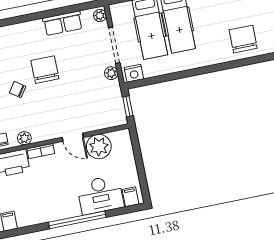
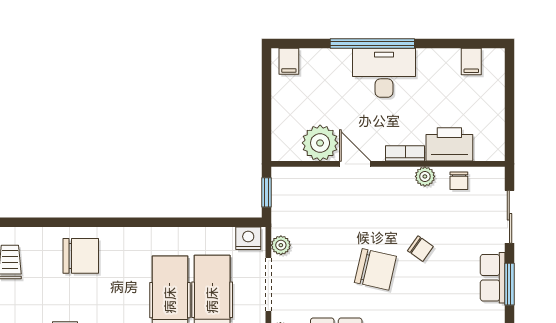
chair: (243, 39) -> (81, 256), turned -90
chair: (45, 70) -> (375, 269), turned -77
desk: (100, 195) -> (384, 73), moved

